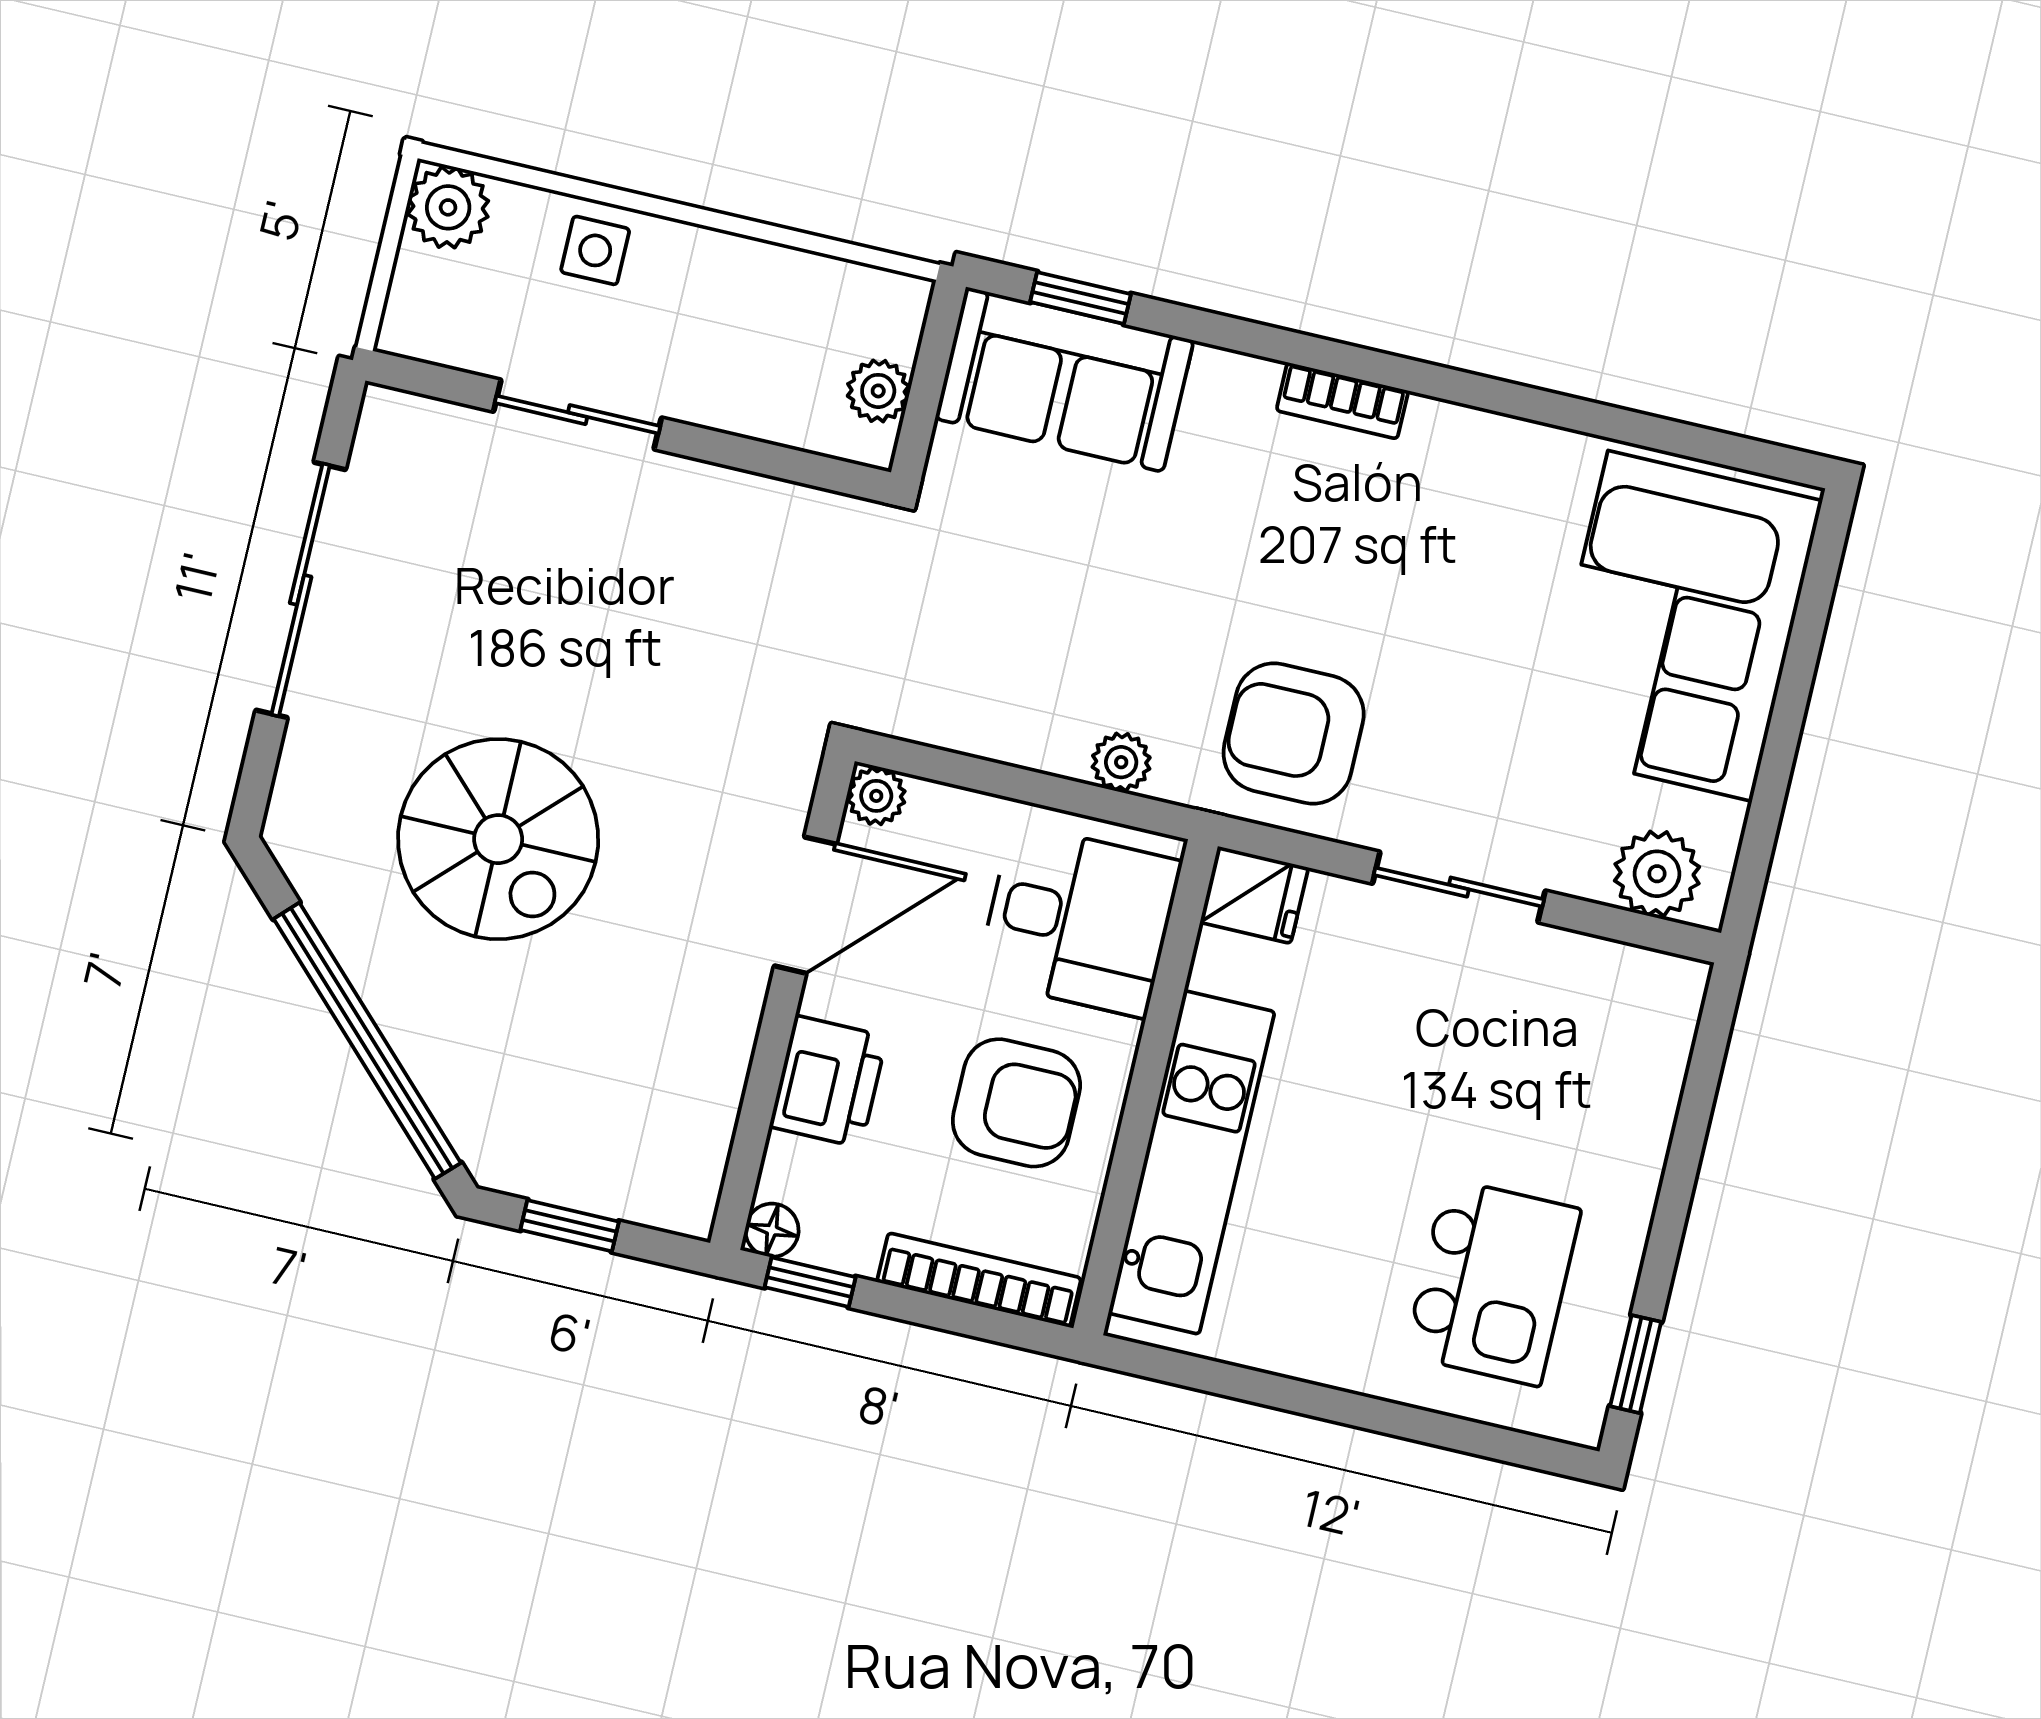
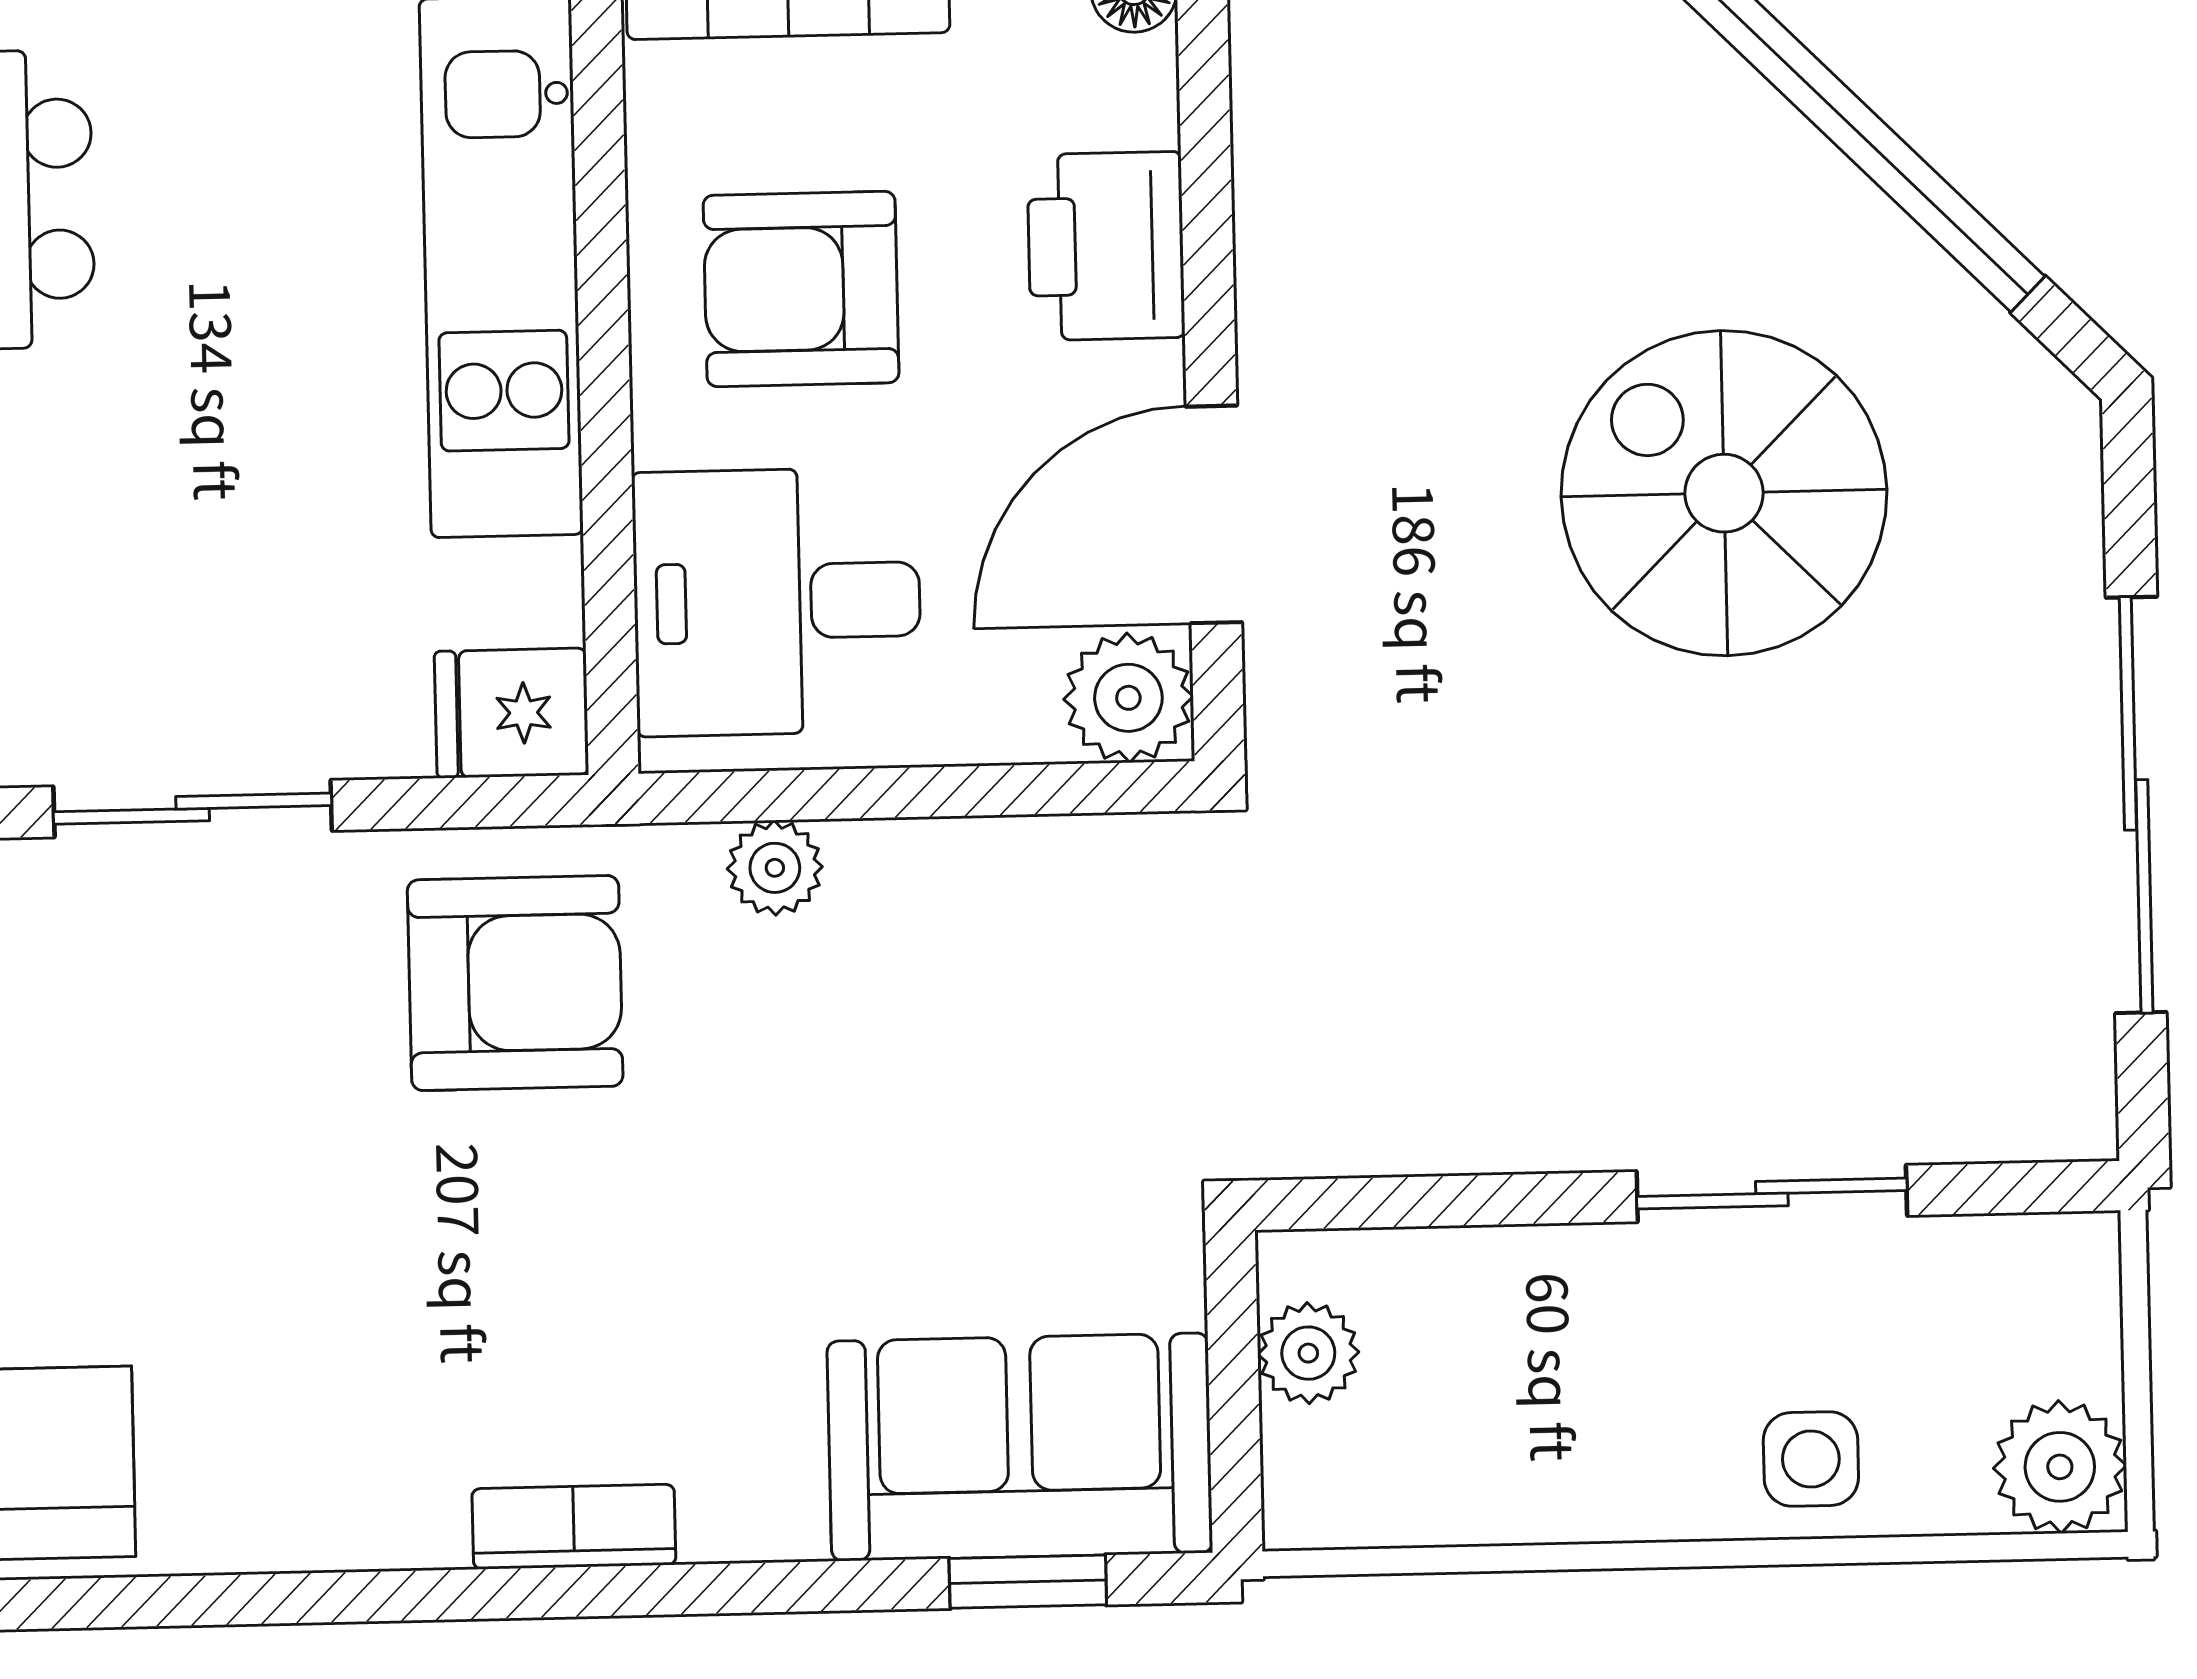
plant: (876, 796) -> (1128, 698), width x1.38, depth x1.38

